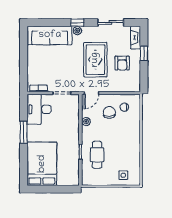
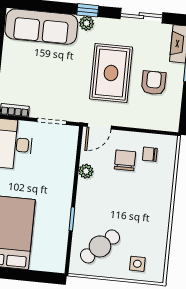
armchair: (122, 63) -> (154, 83), turned 180
cafe table: (97, 155) -> (100, 246), moved, turned 47

